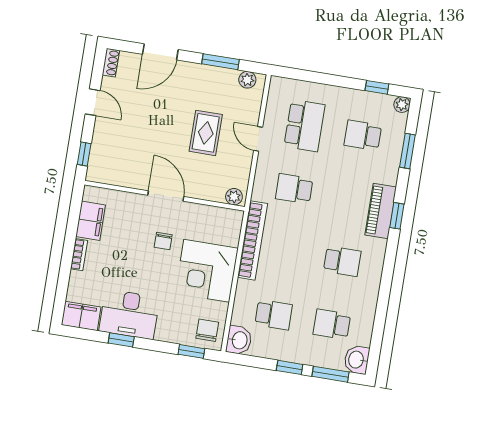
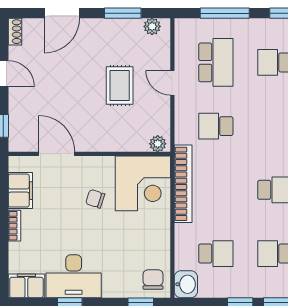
window: (321, 78) -> (225, 13), added
door: (166, 196) -> (57, 154), moved
chair: (163, 241) -> (95, 199), turned 108
corner desk: (207, 271) -> (143, 183), moved, turned -90

